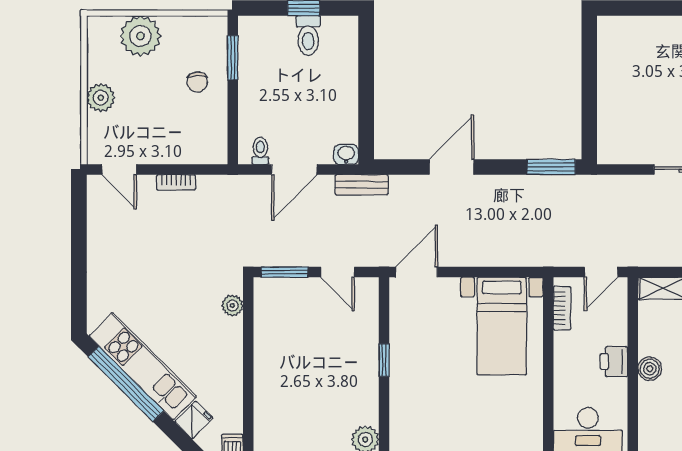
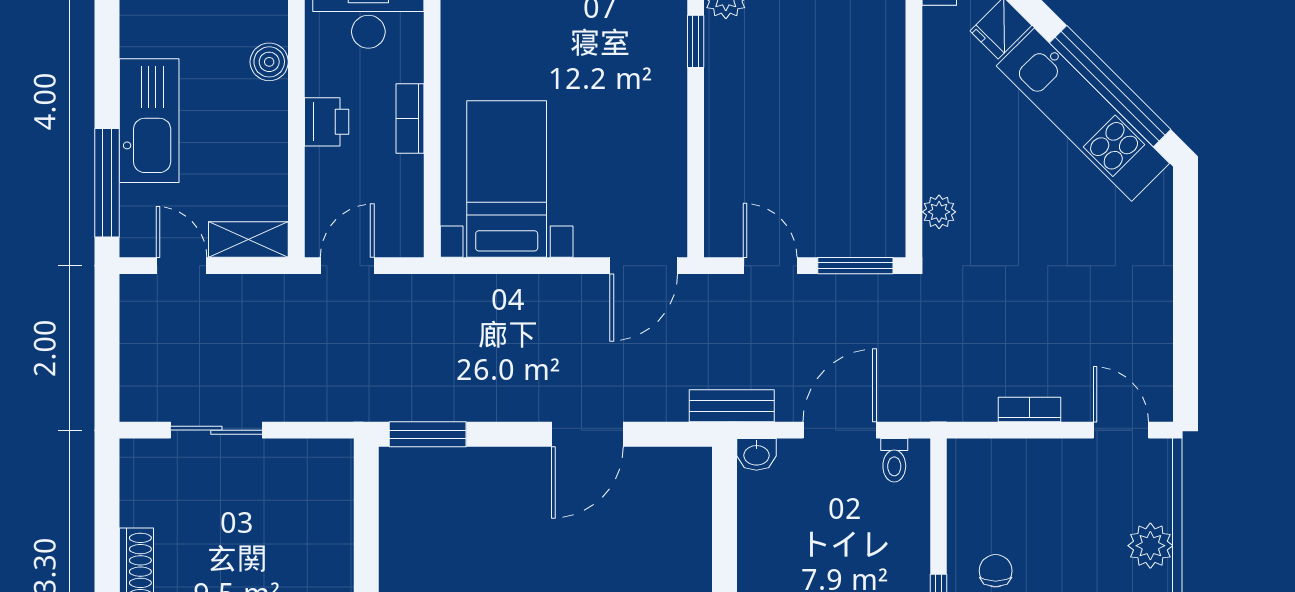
bookcase: (562, 308) -> (410, 118), moved
window: (384, 360) -> (696, 41), moved
boiler: (650, 369) -> (269, 62), moved

